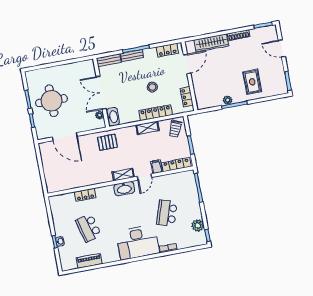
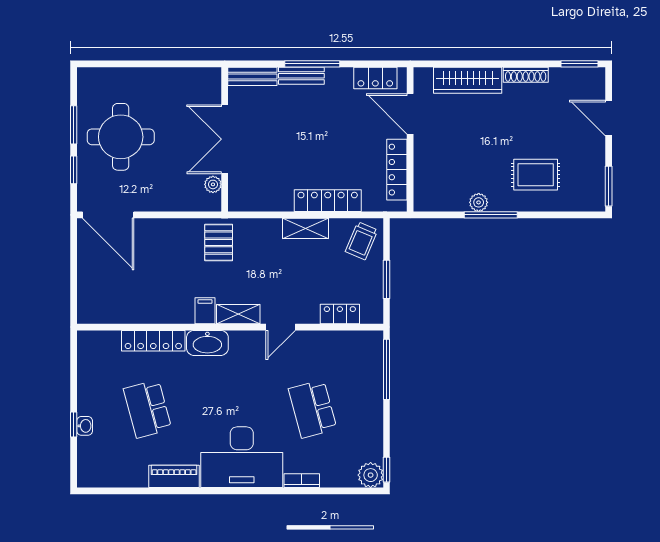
door: (187, 64) -> (410, 114), swing flipped
rug: (252, 82) -> (536, 175), turned 90
stool: (152, 87) -> (331, 147), removed
locker: (187, 97) -> (397, 170), width x1.53
washbasin: (113, 117) -> (239, 193), removed
door: (65, 137) -> (108, 215), moved
pallet: (107, 142) -> (219, 242), turned 90
locker: (176, 165) -> (340, 314), width x0.66
filing cabinet: (156, 167) -> (205, 311), moved
washbasin: (124, 189) -> (207, 343), moved
locker: (85, 195) -> (153, 341), width x1.53
school desk: (167, 213) -> (313, 409), turned -33
plant: (198, 225) -> (371, 475), moved
piano: (89, 261) -> (174, 476), moved

